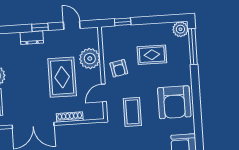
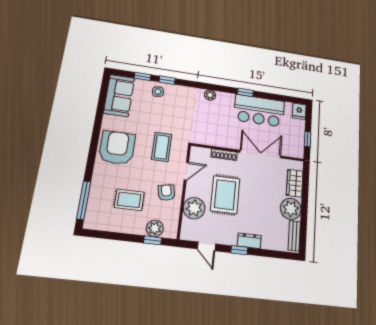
plant: (180, 29) -> (155, 228), moved

